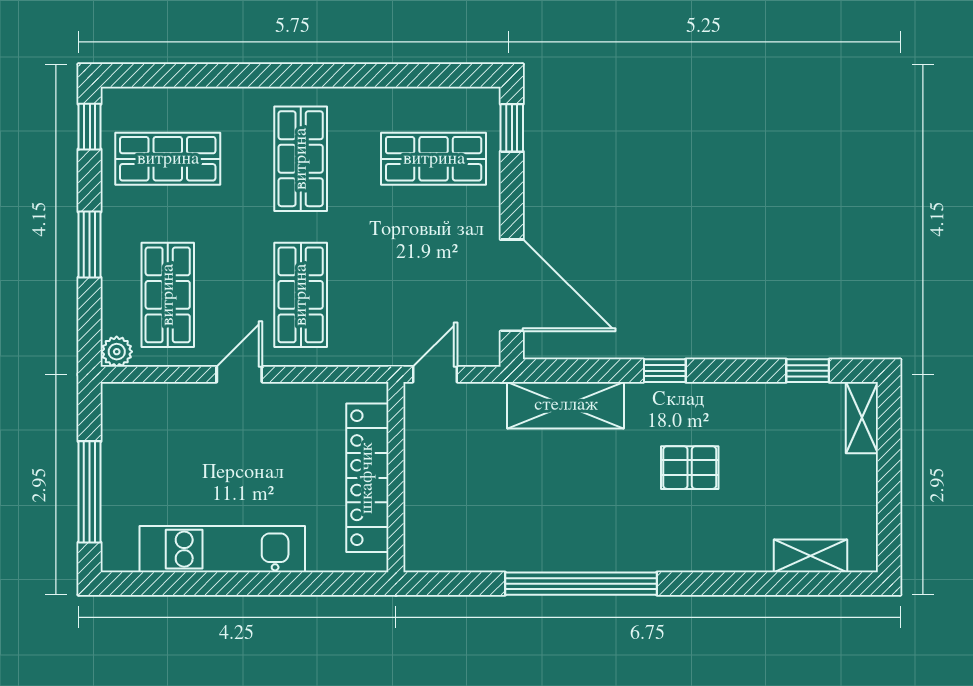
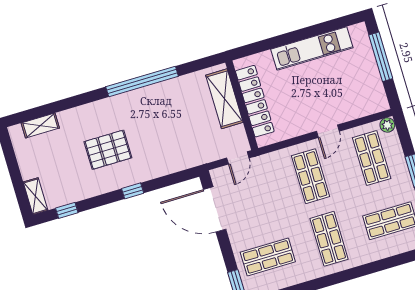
shelving: (566, 405) -> (224, 99), moved, turned 90
pallet: (690, 468) -> (108, 150), width x1.50, depth x1.42

